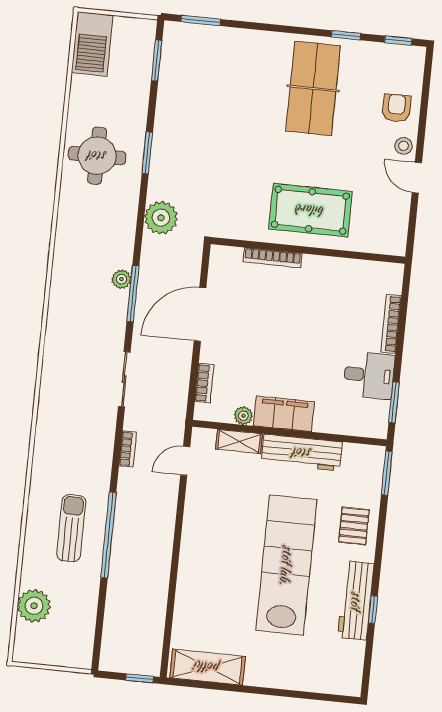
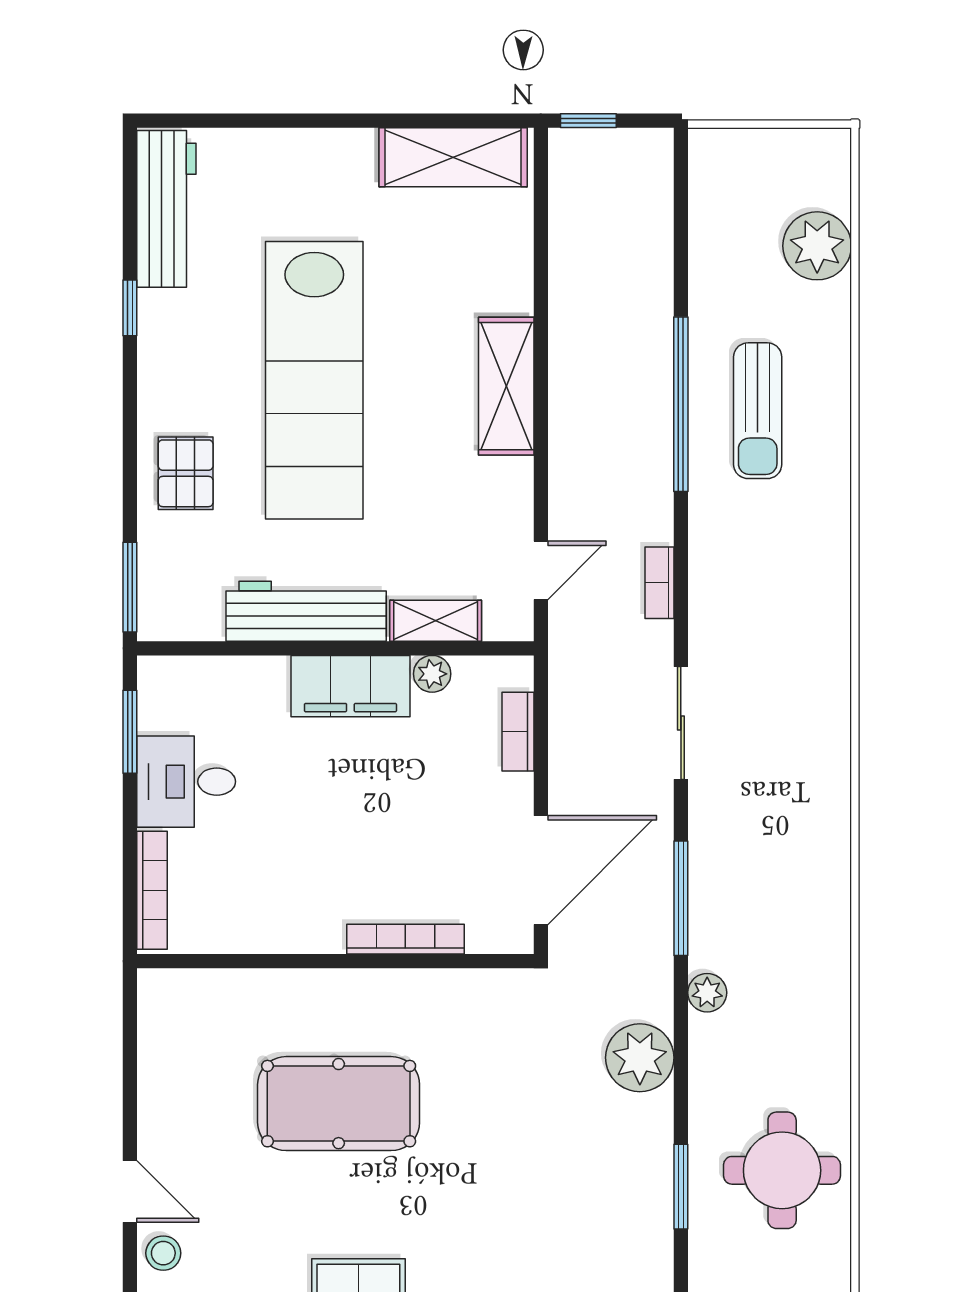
wall: (308, 250) -> (335, 961), moved
bookcase: (273, 258) -> (405, 939), moved
plant: (121, 279) -> (707, 993), moved
shelving: (193, 553) -> (506, 386), added
workbench: (356, 601) -> (166, 209), moved

